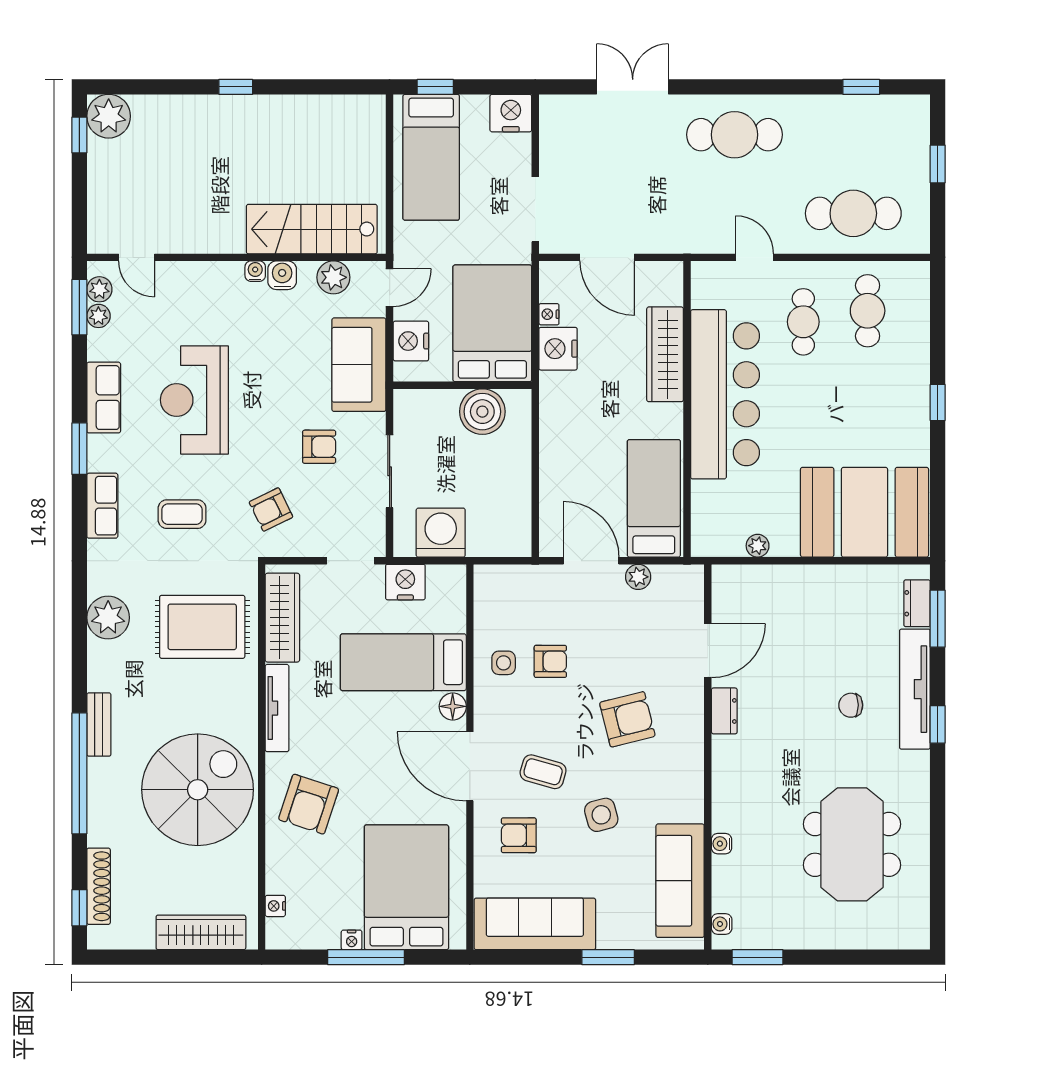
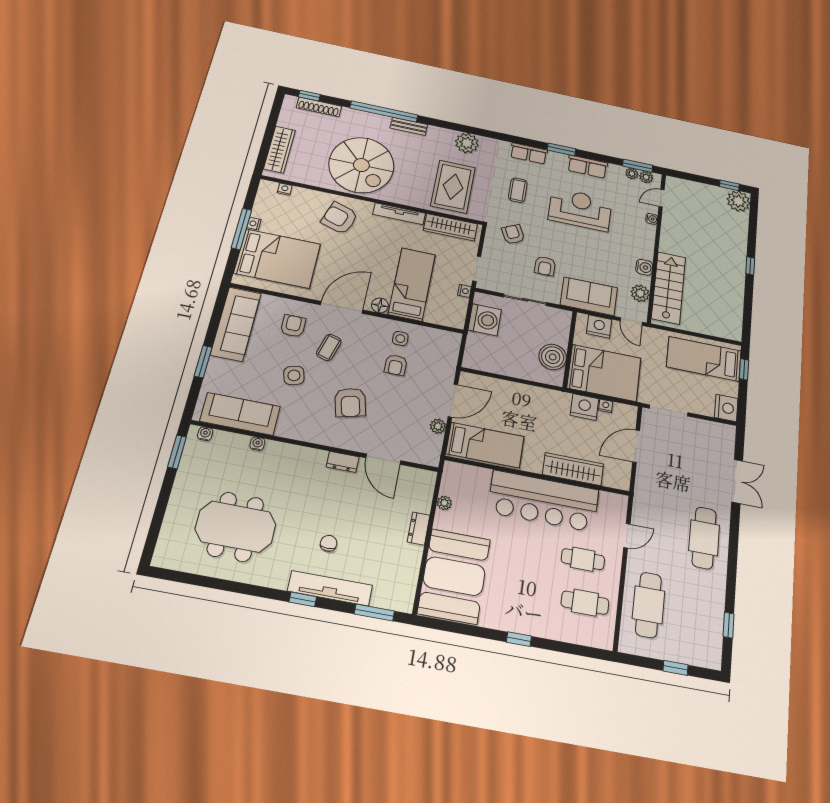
water cooler: (255, 271) -> (652, 219), moved
nightstand: (405, 582) -> (465, 291), width x0.53, depth x0.56
dresser: (917, 603) -> (419, 529), moved, turned -90

